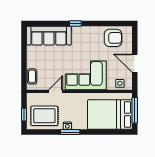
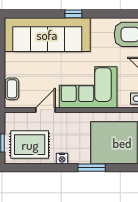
sofa: (49, 36) -> (47, 35), width x1.36, depth x1.27
window: (70, 132) -> (92, 168), moved

